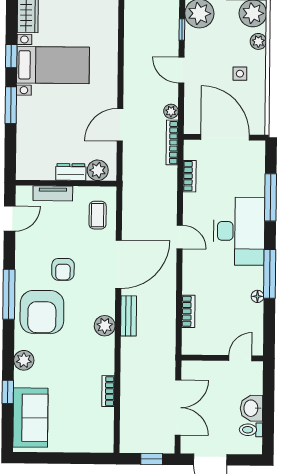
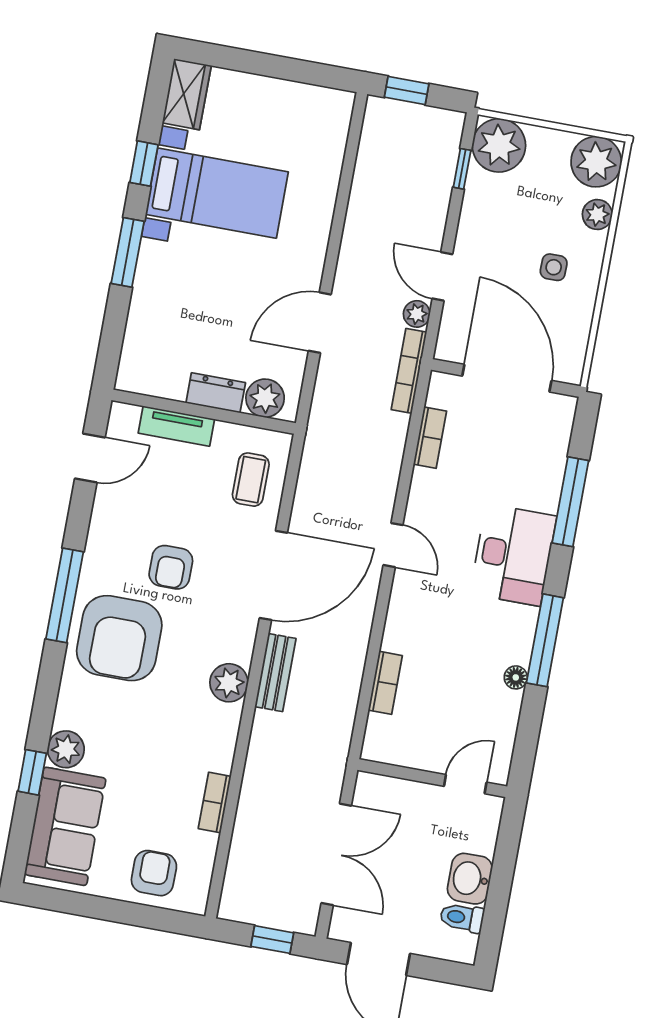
door: (181, 70) -> (442, 276), moved
desk: (239, 231) -> (513, 555), width x0.73, depth x0.77
plant: (24, 360) -> (66, 749), moved
armchair: (82, 434) -> (154, 873), added

